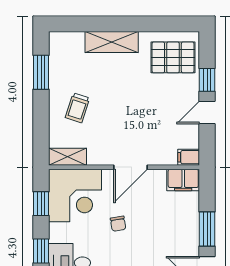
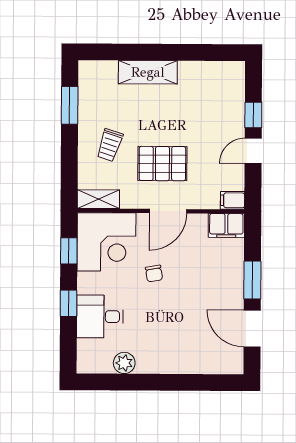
pallet: (173, 57) -> (162, 164), moved

